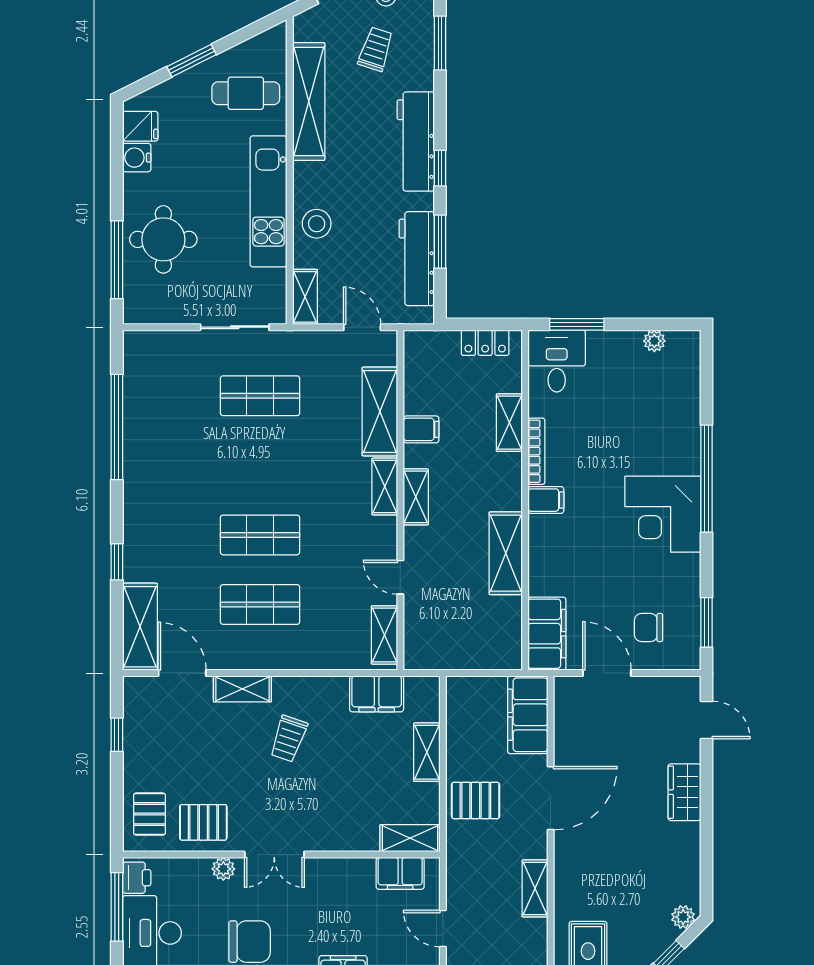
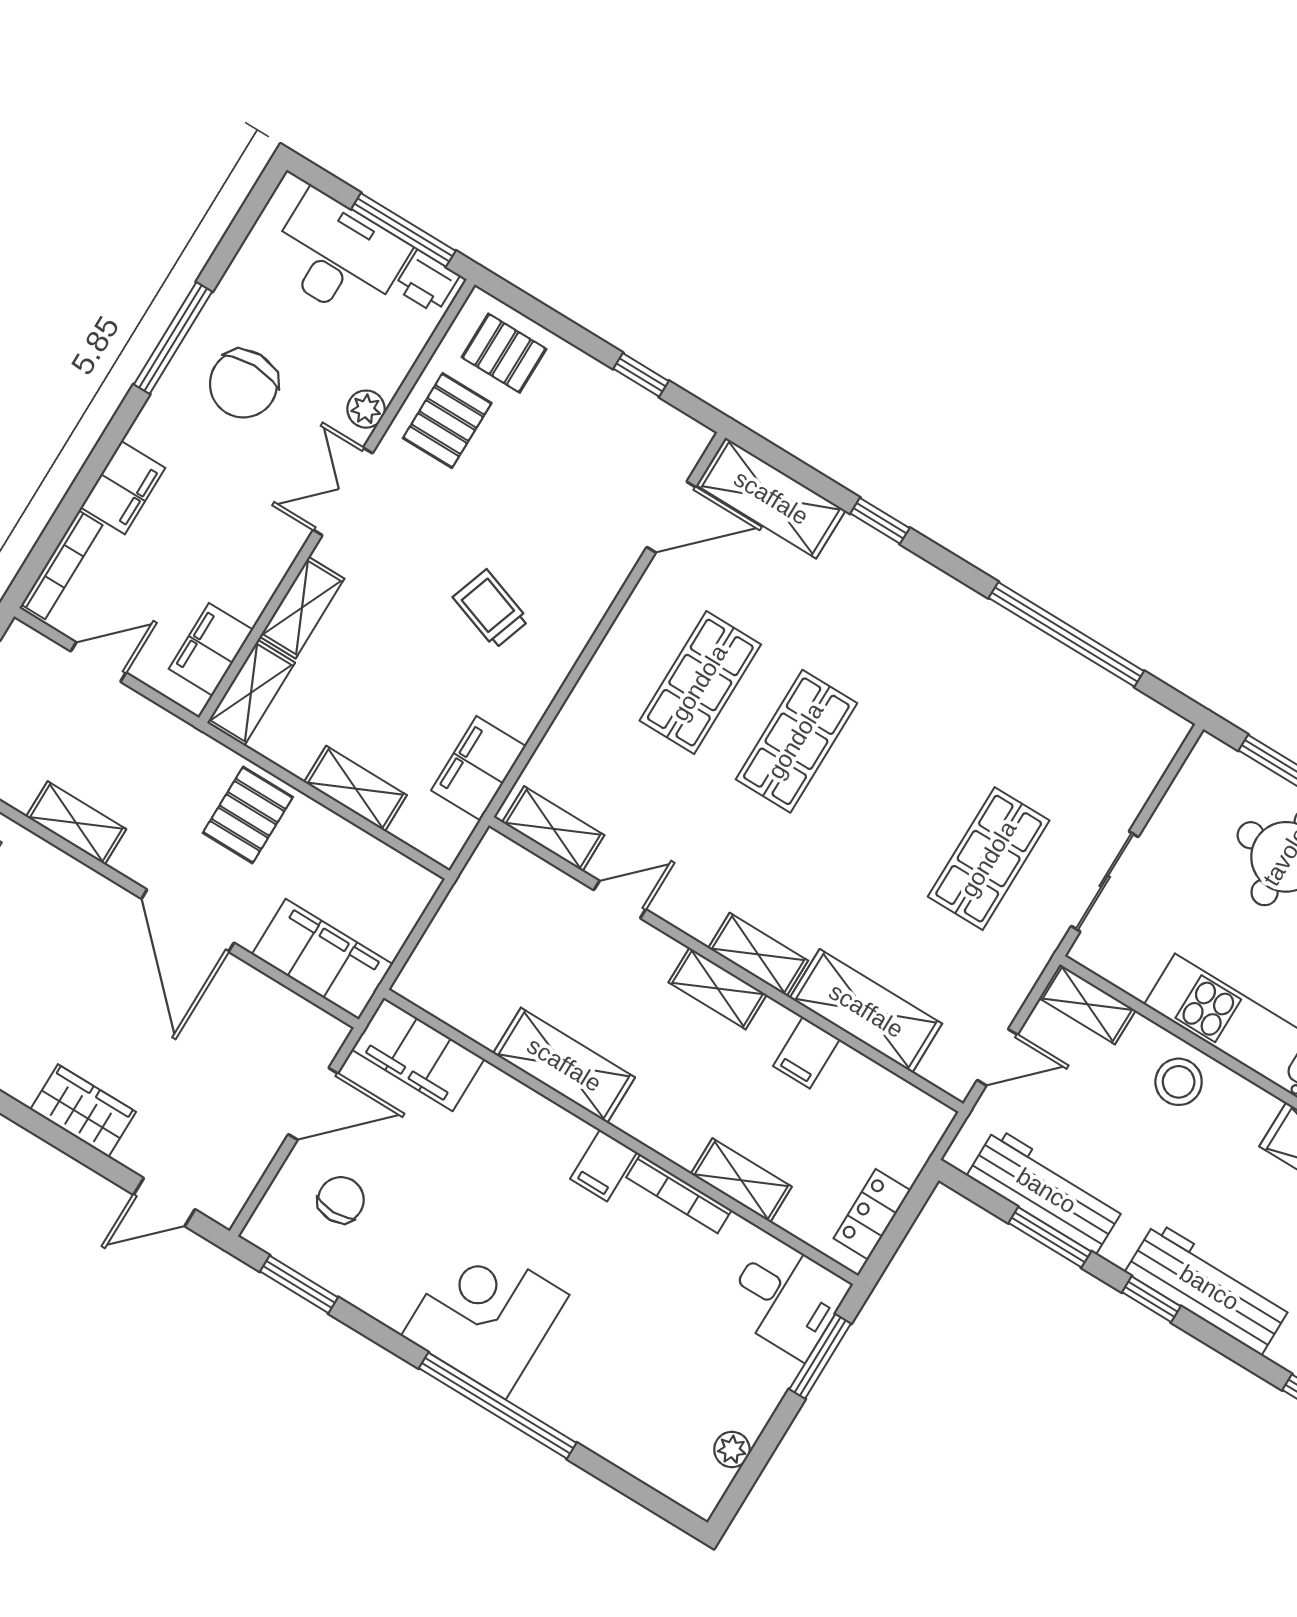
shelving: (242, 689) -> (302, 608), moved

